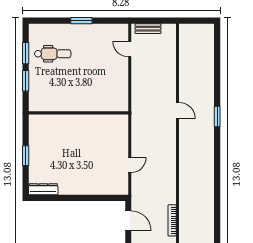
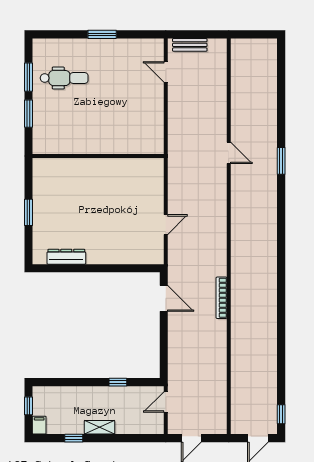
dresser: (43, 189) -> (66, 257), moved

